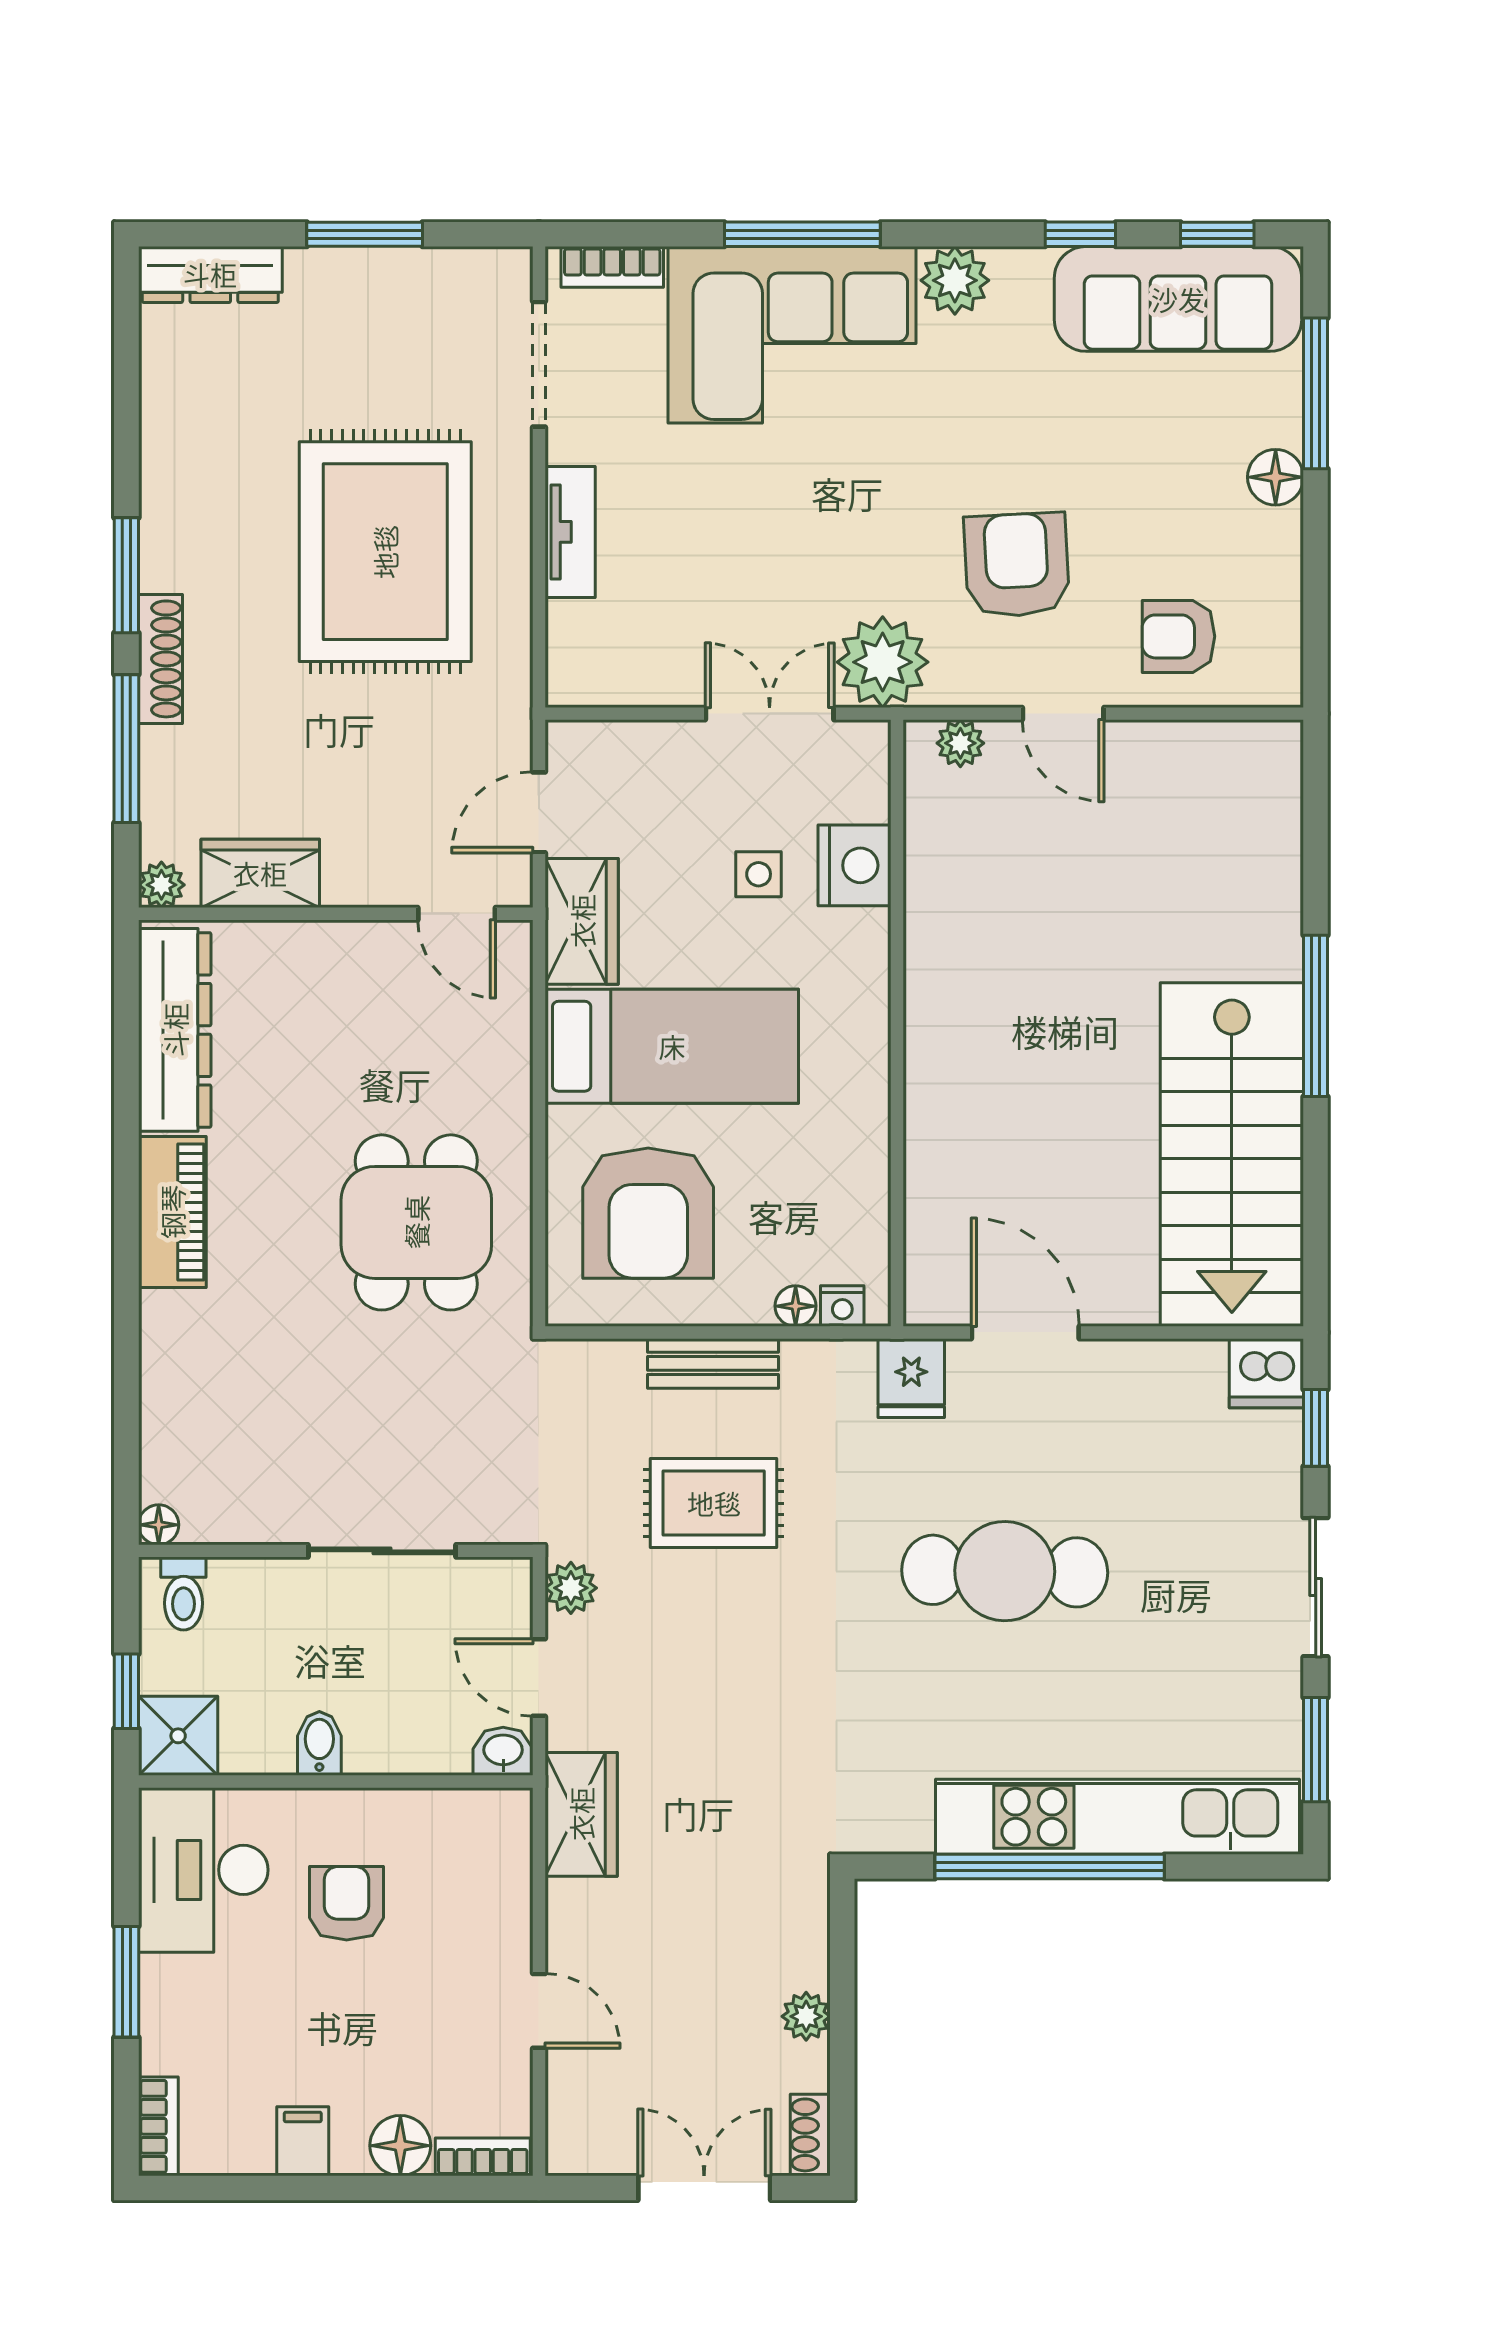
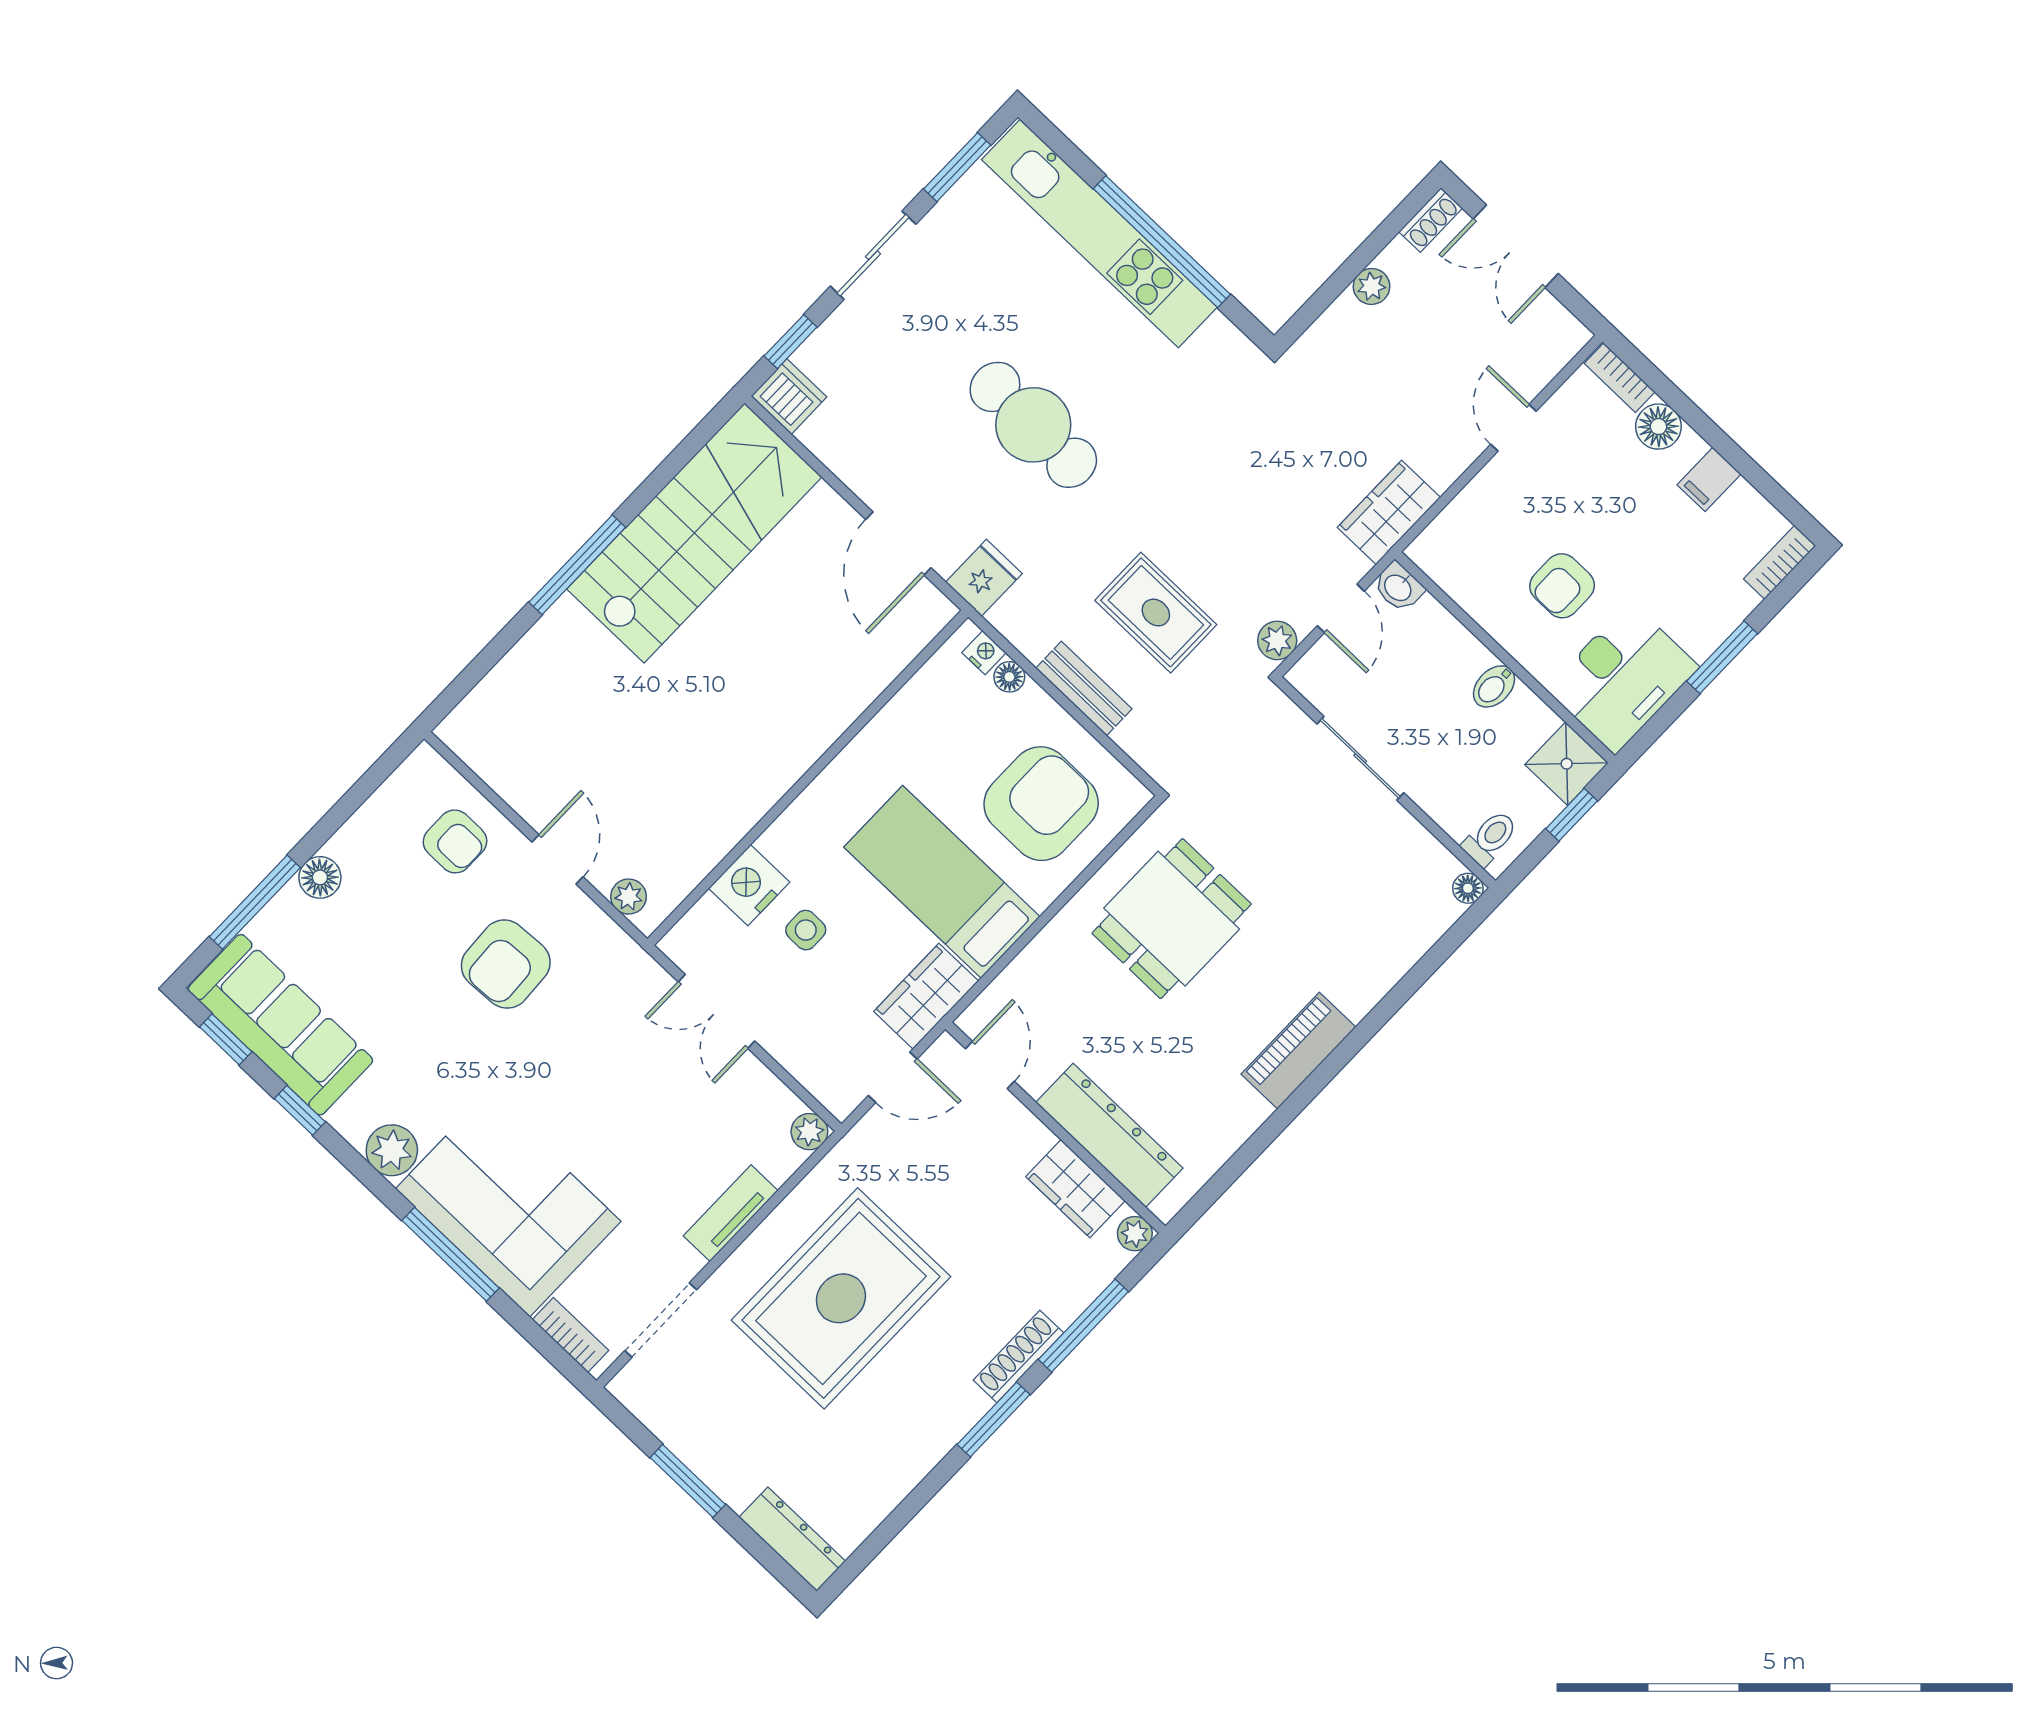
plant: (883, 662) -> (809, 1132), moved, width x0.53, depth x0.53
dresser: (175, 1030) -> (1109, 1135), moved, turned 90

